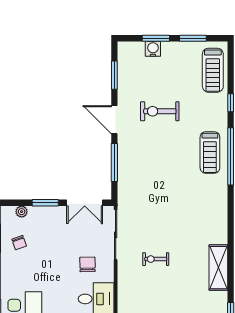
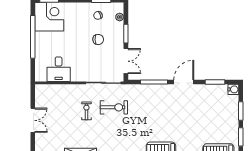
water cooler: (153, 49) -> (233, 89), moved
exercise bike: (160, 111) -> (114, 107), moved, turned 90
double door: (85, 203) -> (126, 61), swing flipped
chair: (87, 264) -> (98, 39), moved

